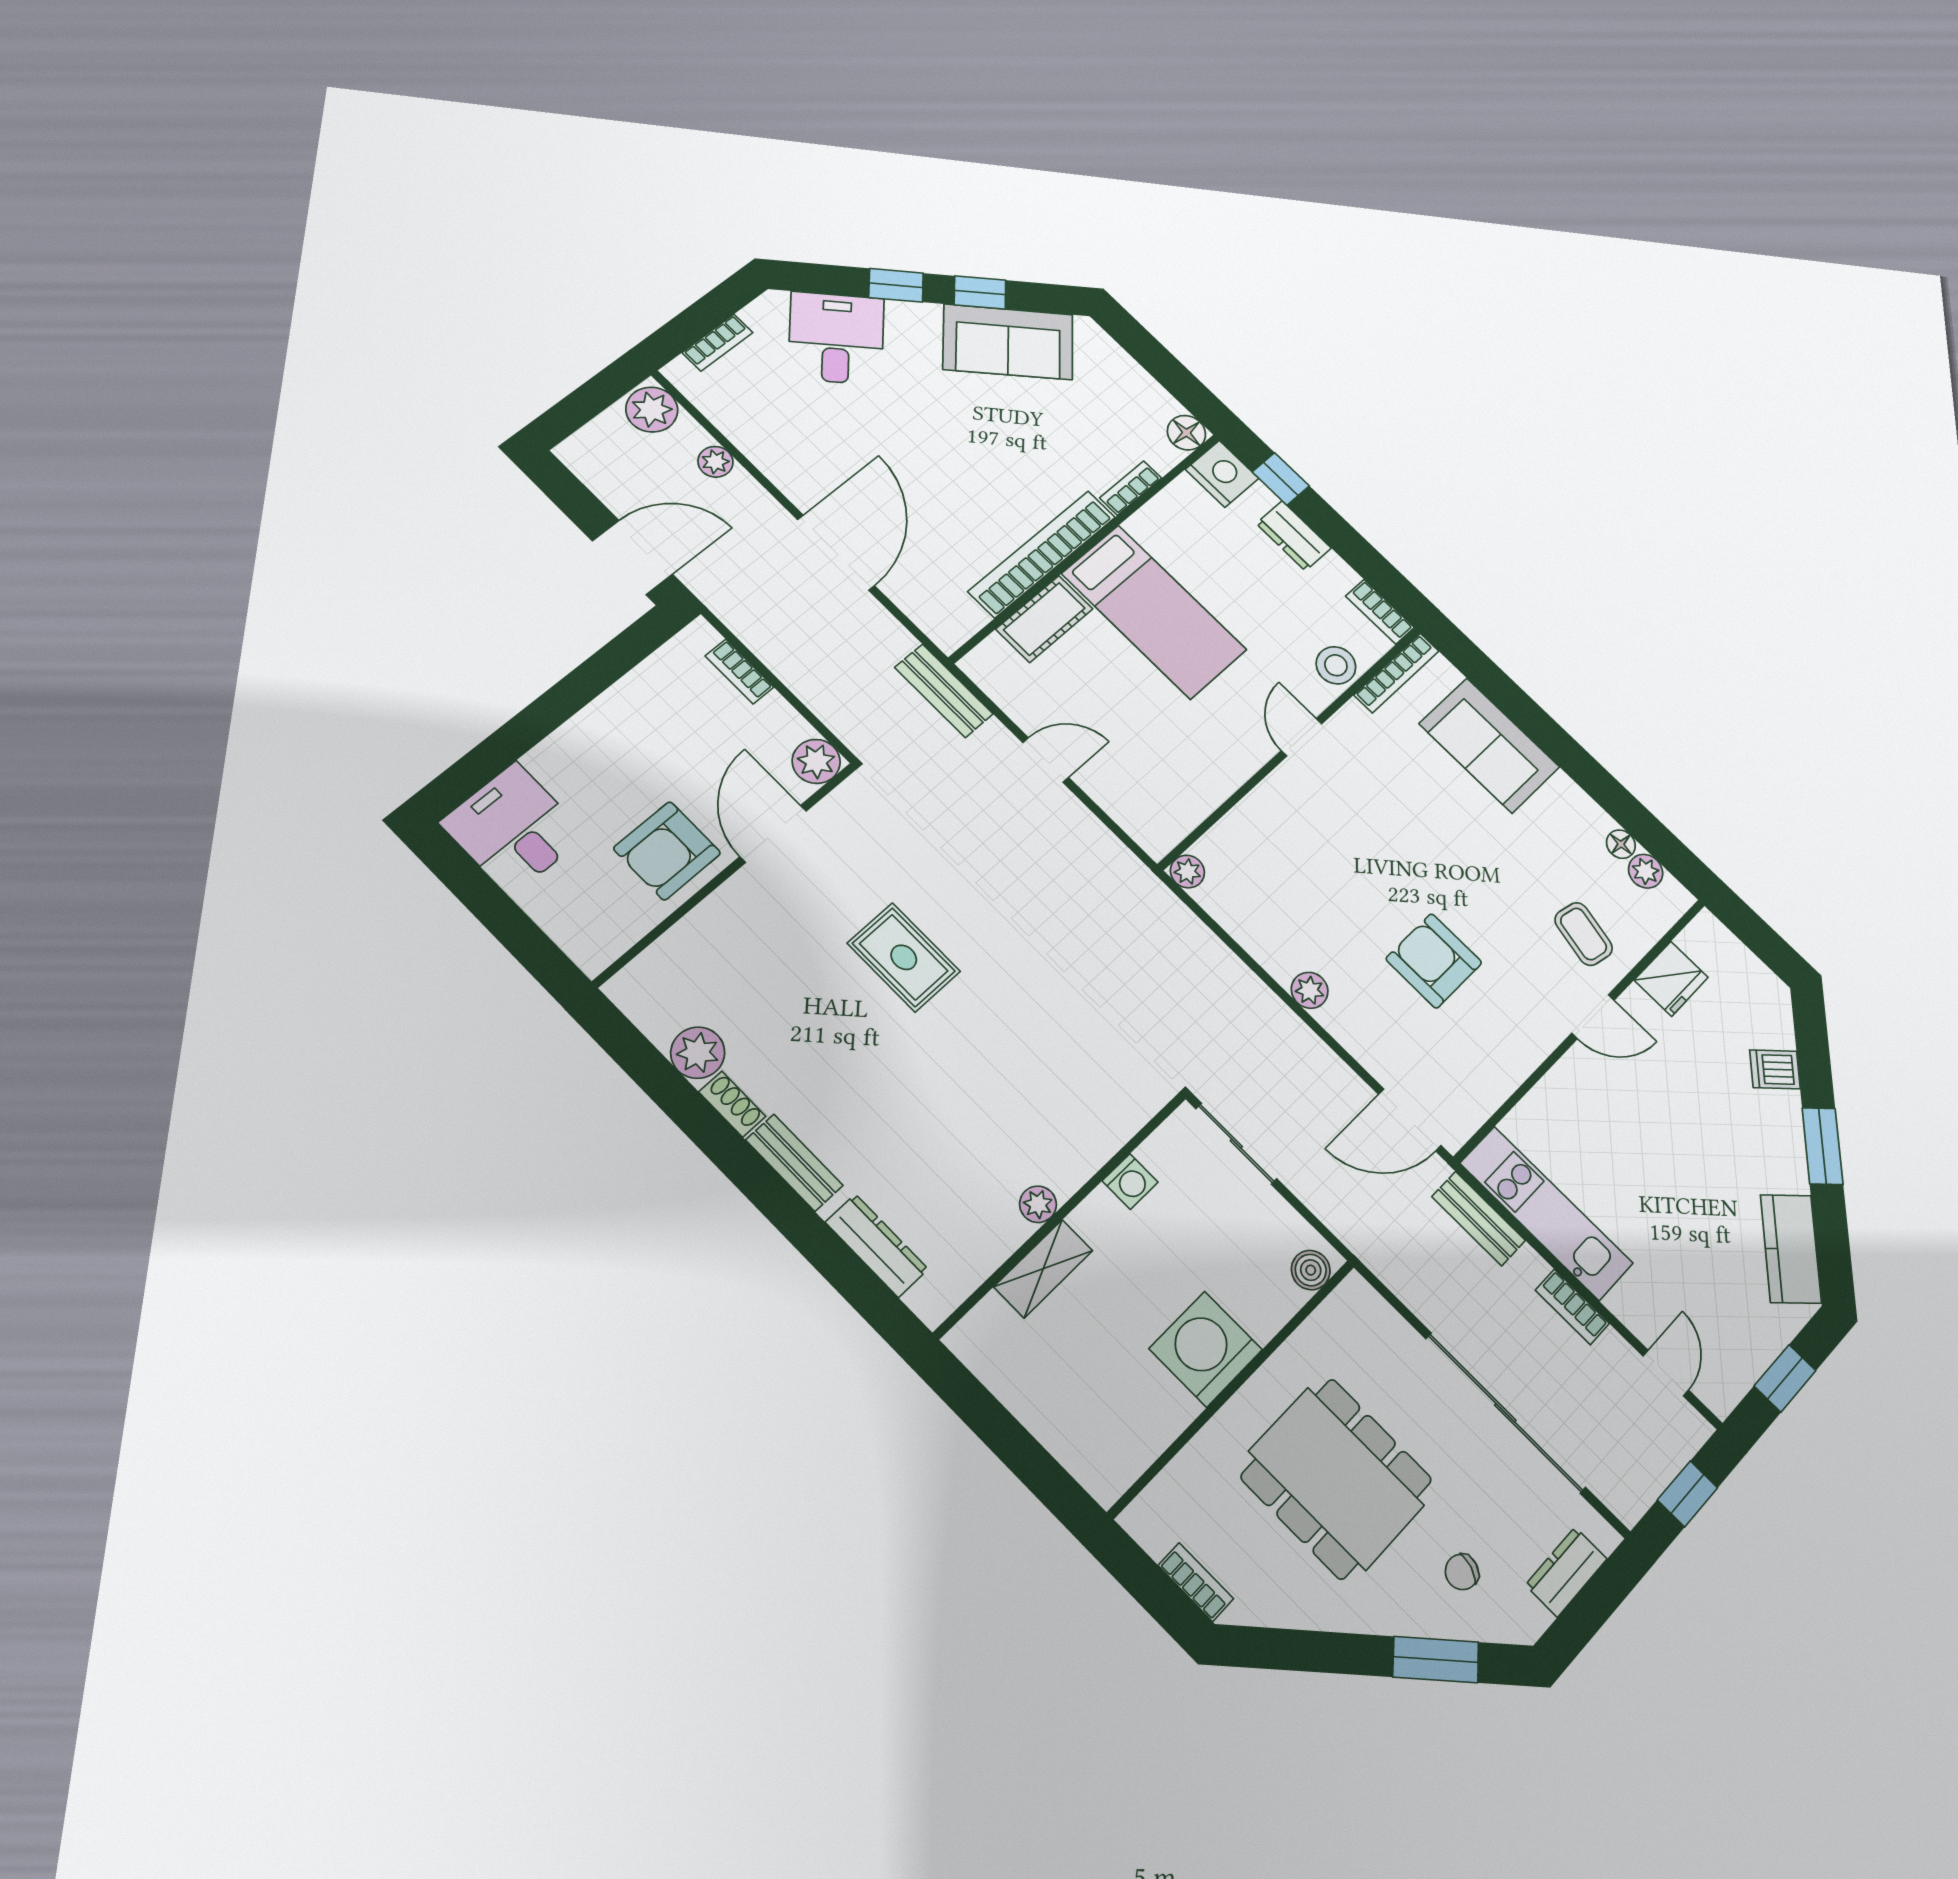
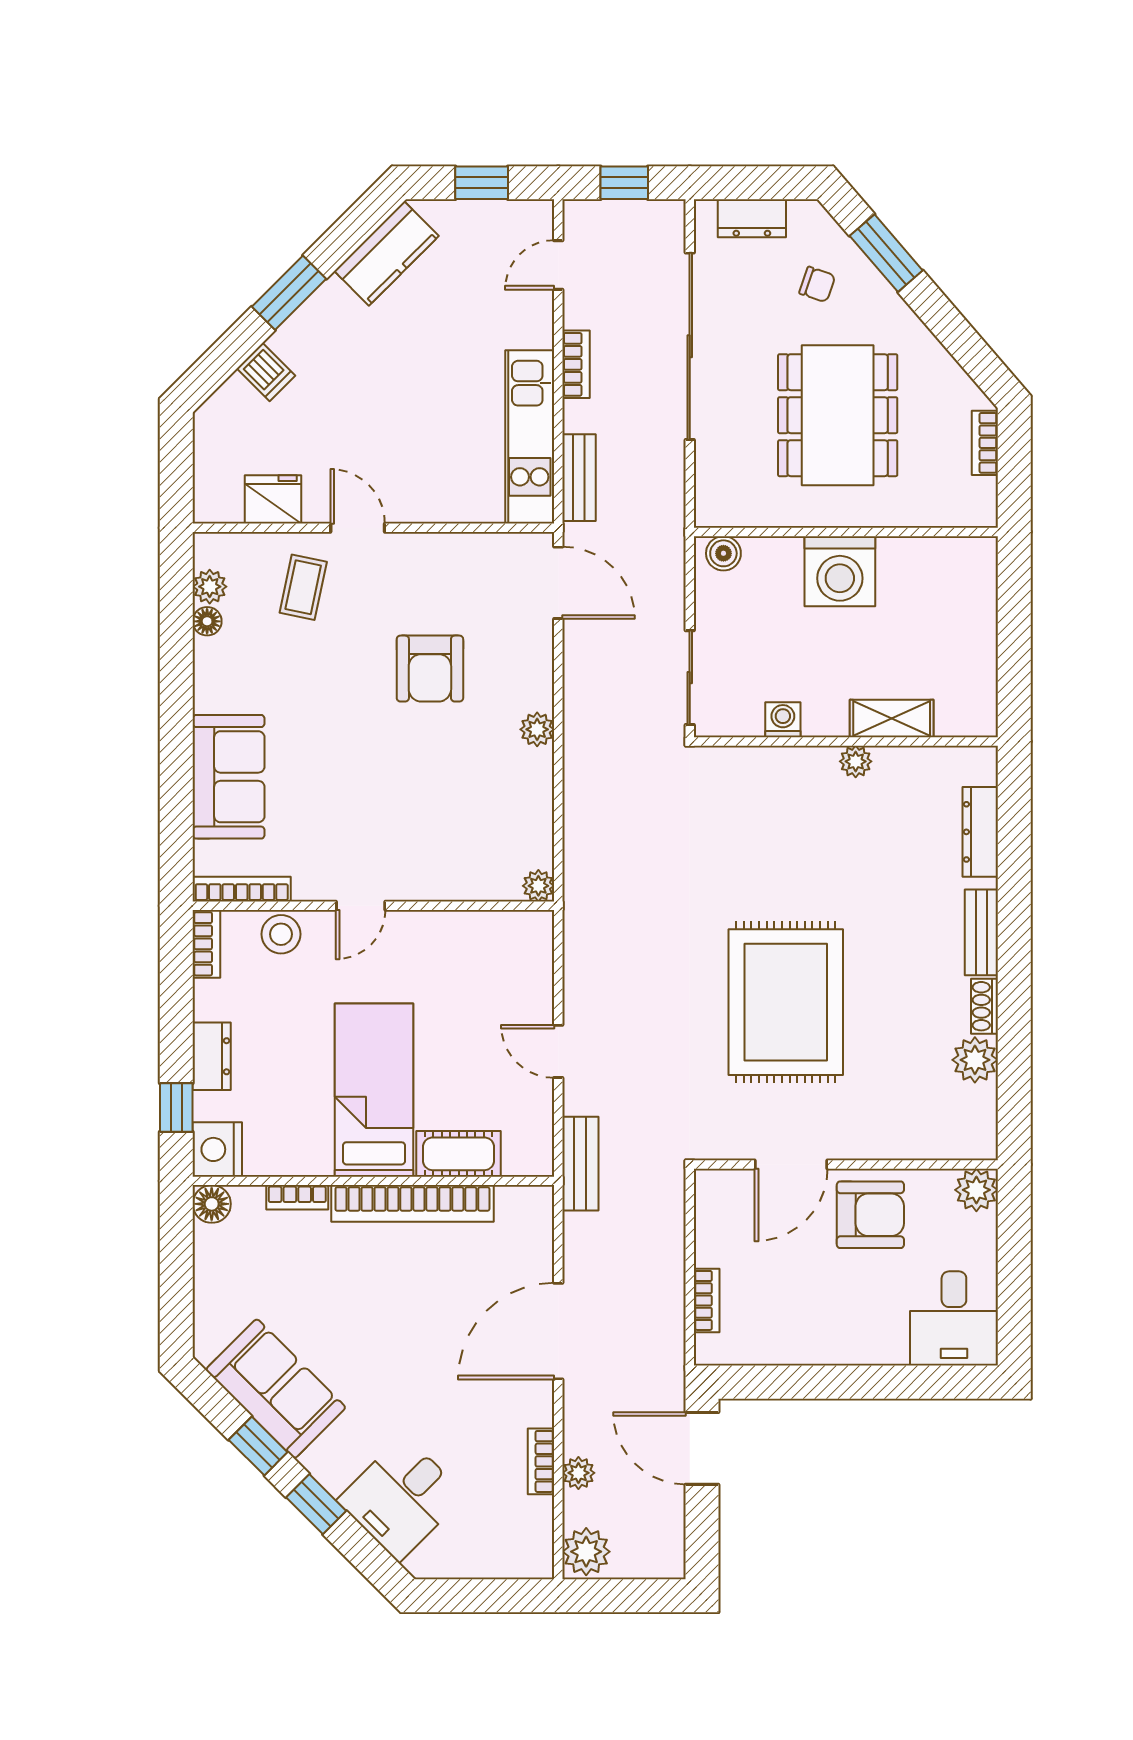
bookcase: (718, 343) -> (541, 1461), moved, turned -90
plant: (816, 761) -> (976, 1190), moved
rug: (904, 957) -> (786, 1002), width x1.86, depth x2.06

